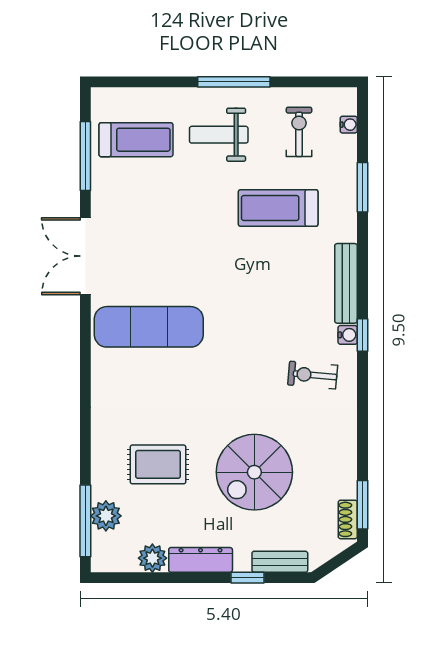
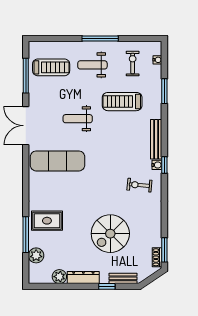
weight bench: (189, 242) -> (78, 119), added
rug: (158, 464) -> (47, 221), moved
window: (85, 521) -> (26, 235), moved

